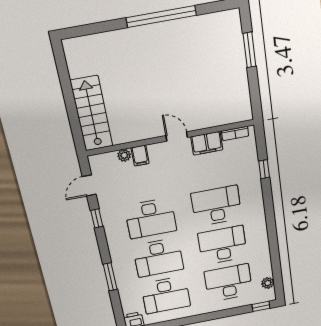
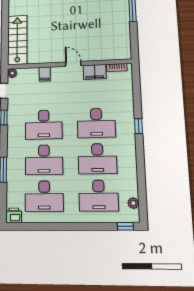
plant: (124, 155) -> (12, 73), moved
window: (264, 169) -> (139, 126), moved
desk: (216, 206) -> (96, 123), turned 180
desk: (223, 245) -> (97, 159), turned 180
desk: (228, 283) -> (99, 196), turned 180

